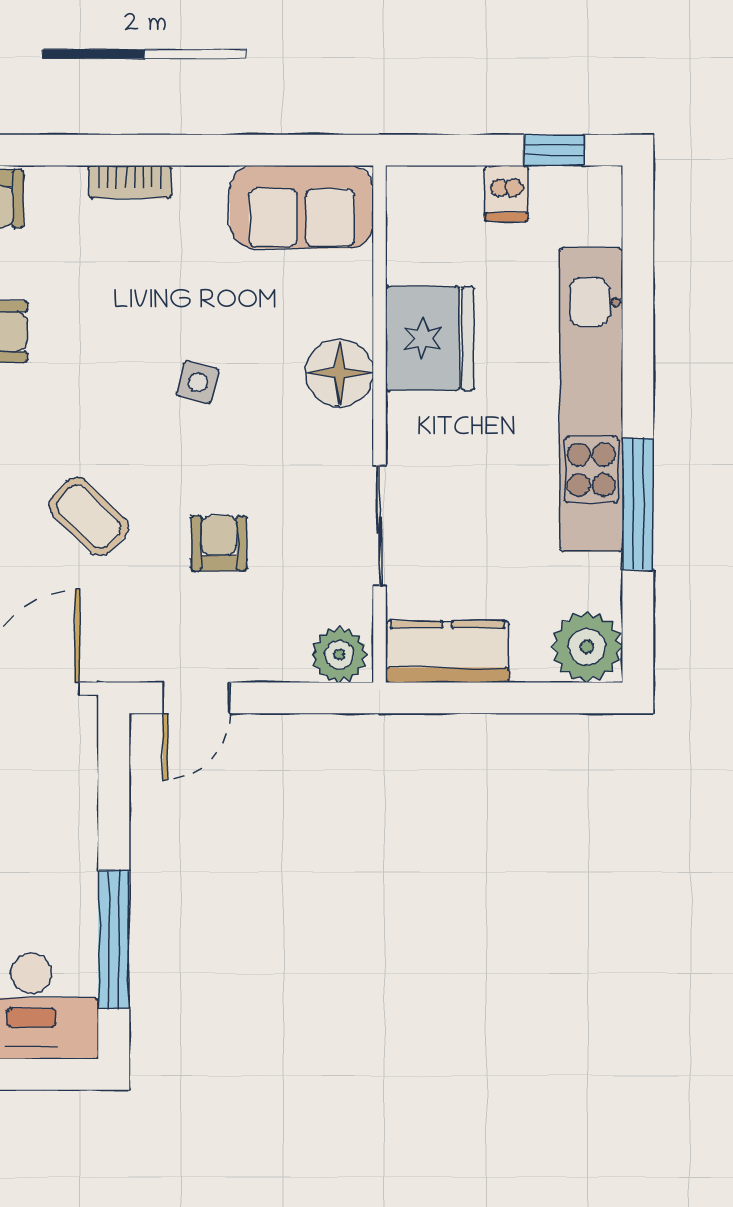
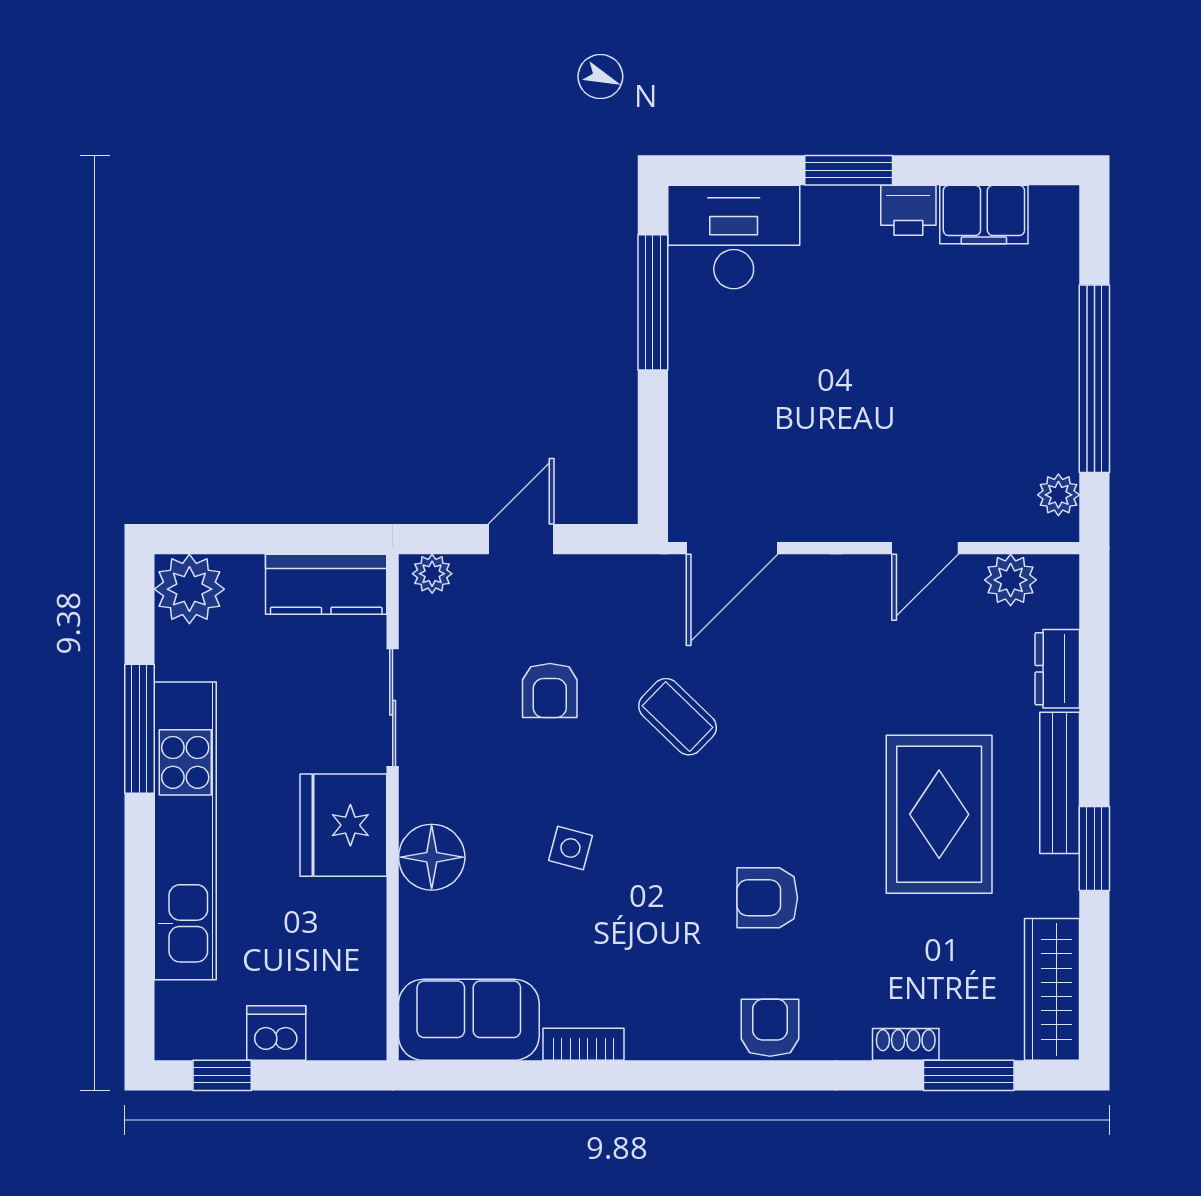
bookcase: (130, 182) -> (583, 1044), moved
dishwasher: (506, 193) -> (276, 1033), width x1.38
fridge: (430, 338) -> (343, 825), moved
plant: (339, 655) -> (432, 574), width x0.73, depth x0.73
door: (196, 698) -> (521, 539), moved

